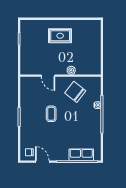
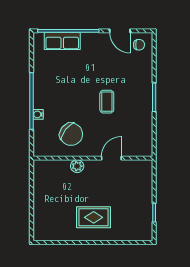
door: (48, 76) -> (111, 158), hinge flipped

